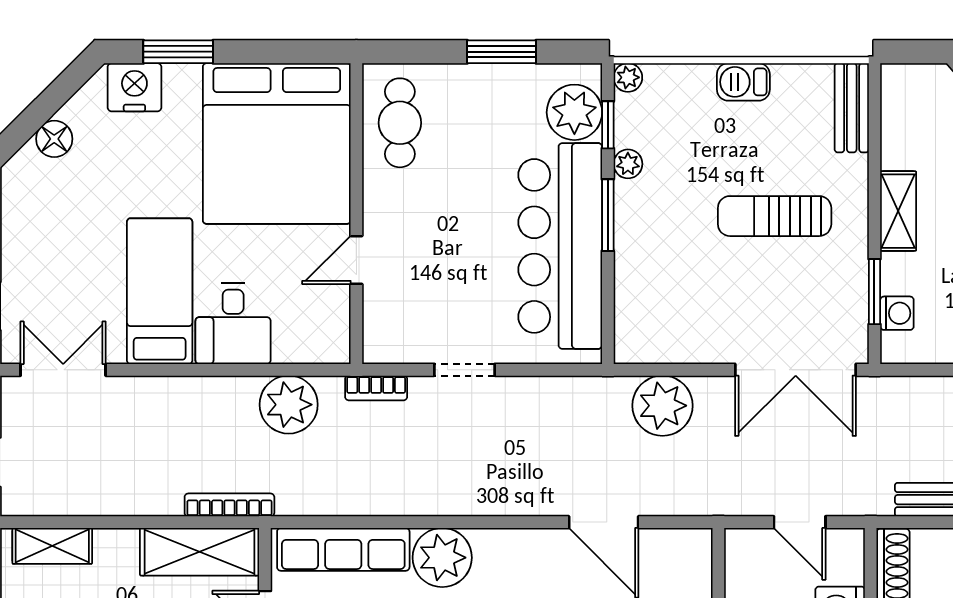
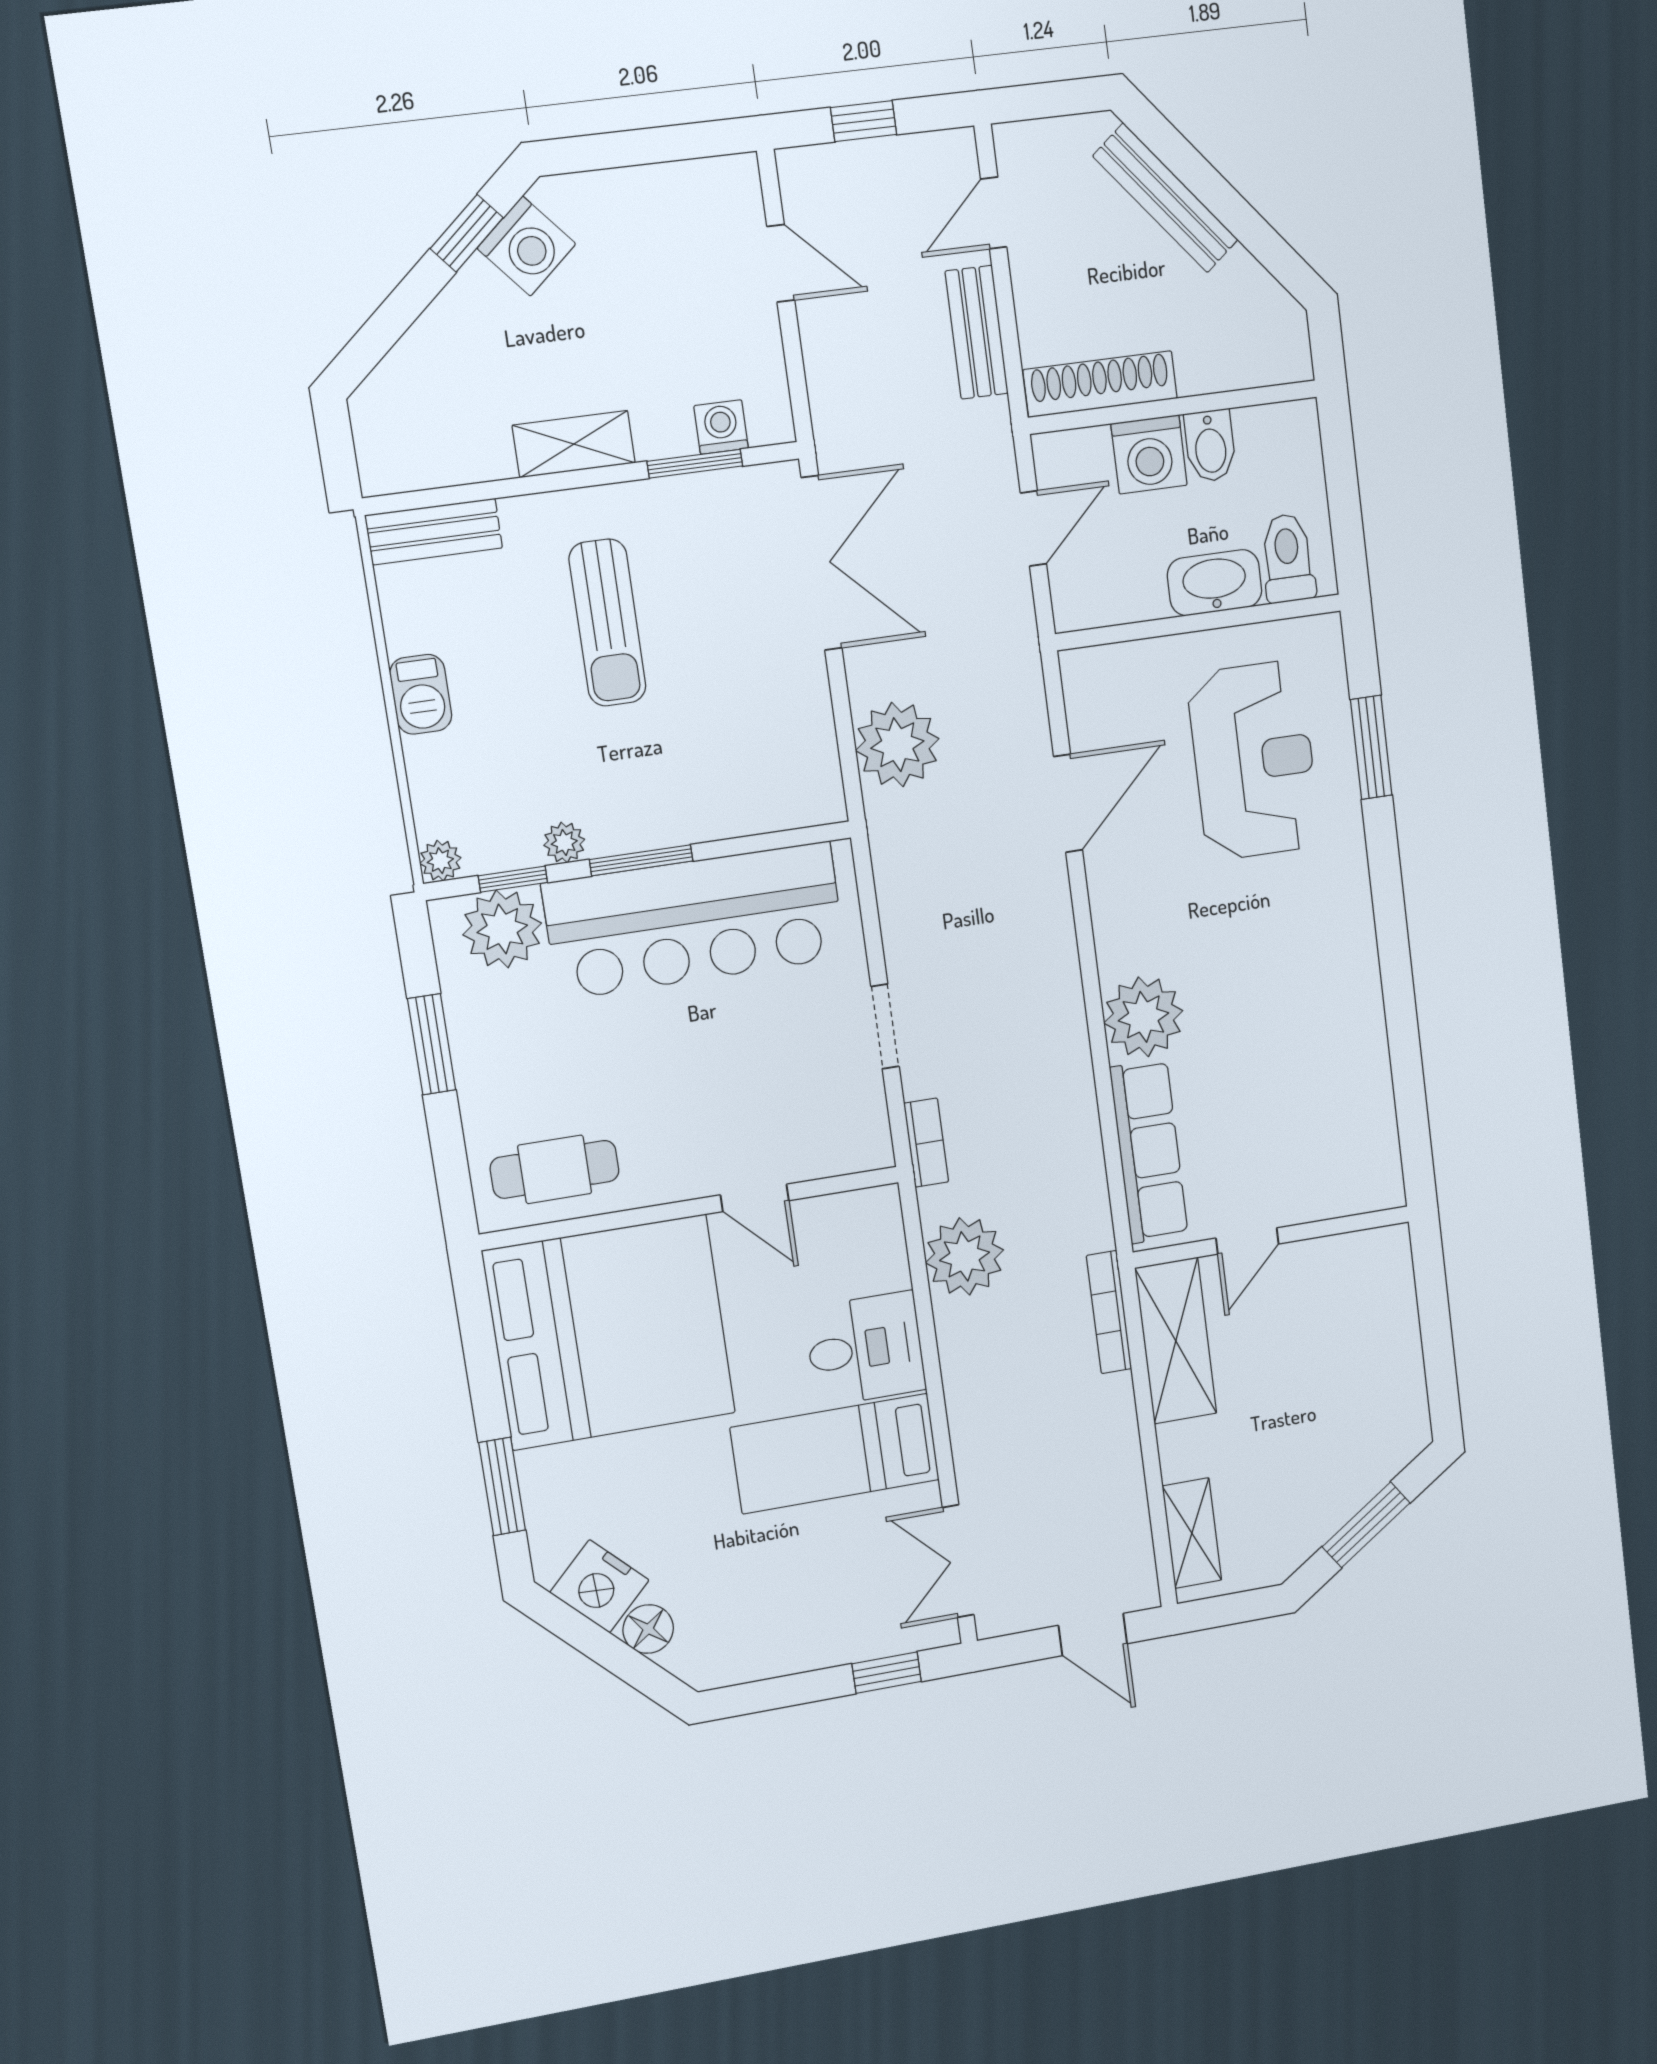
nightstand: (134, 87) -> (599, 1586), moved, turned -45

